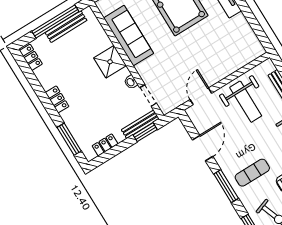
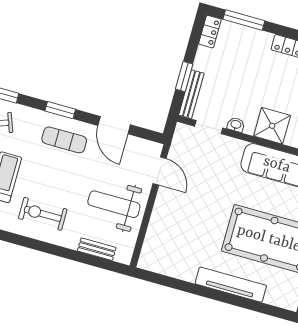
window: (145, 132) -> (184, 77), moved
locker: (105, 145) -> (210, 32), moved
exercise mat: (252, 173) -> (64, 140), moved, turned 90
window: (226, 186) -> (60, 110), width x0.69

